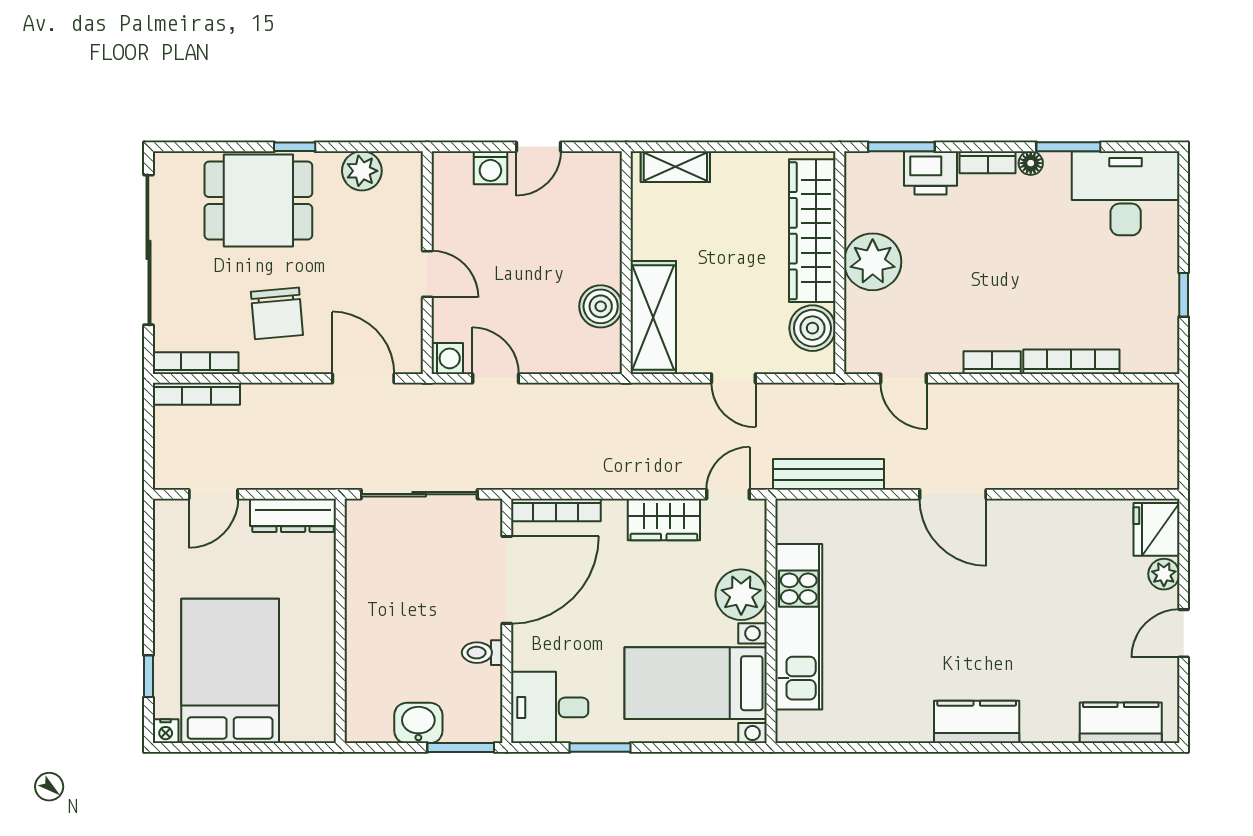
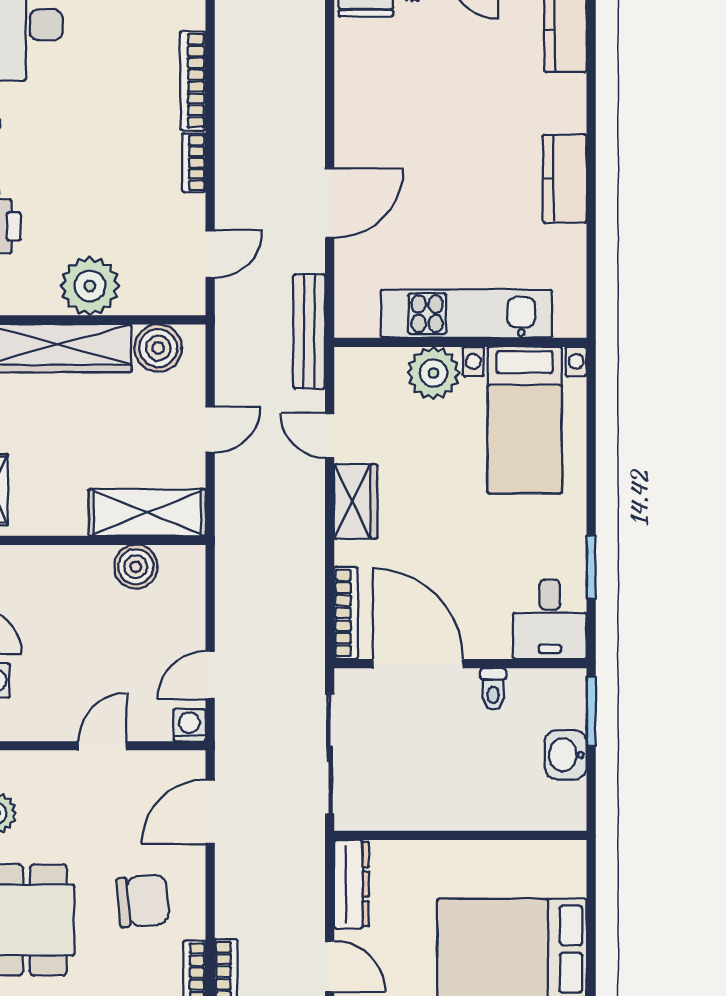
plant: (741, 595) -> (433, 373), moved
wall: (771, 621) -> (460, 342), moved
kitchen unit: (799, 627) -> (466, 314), moved
bed with nightstands: (696, 683) -> (525, 420), moved

